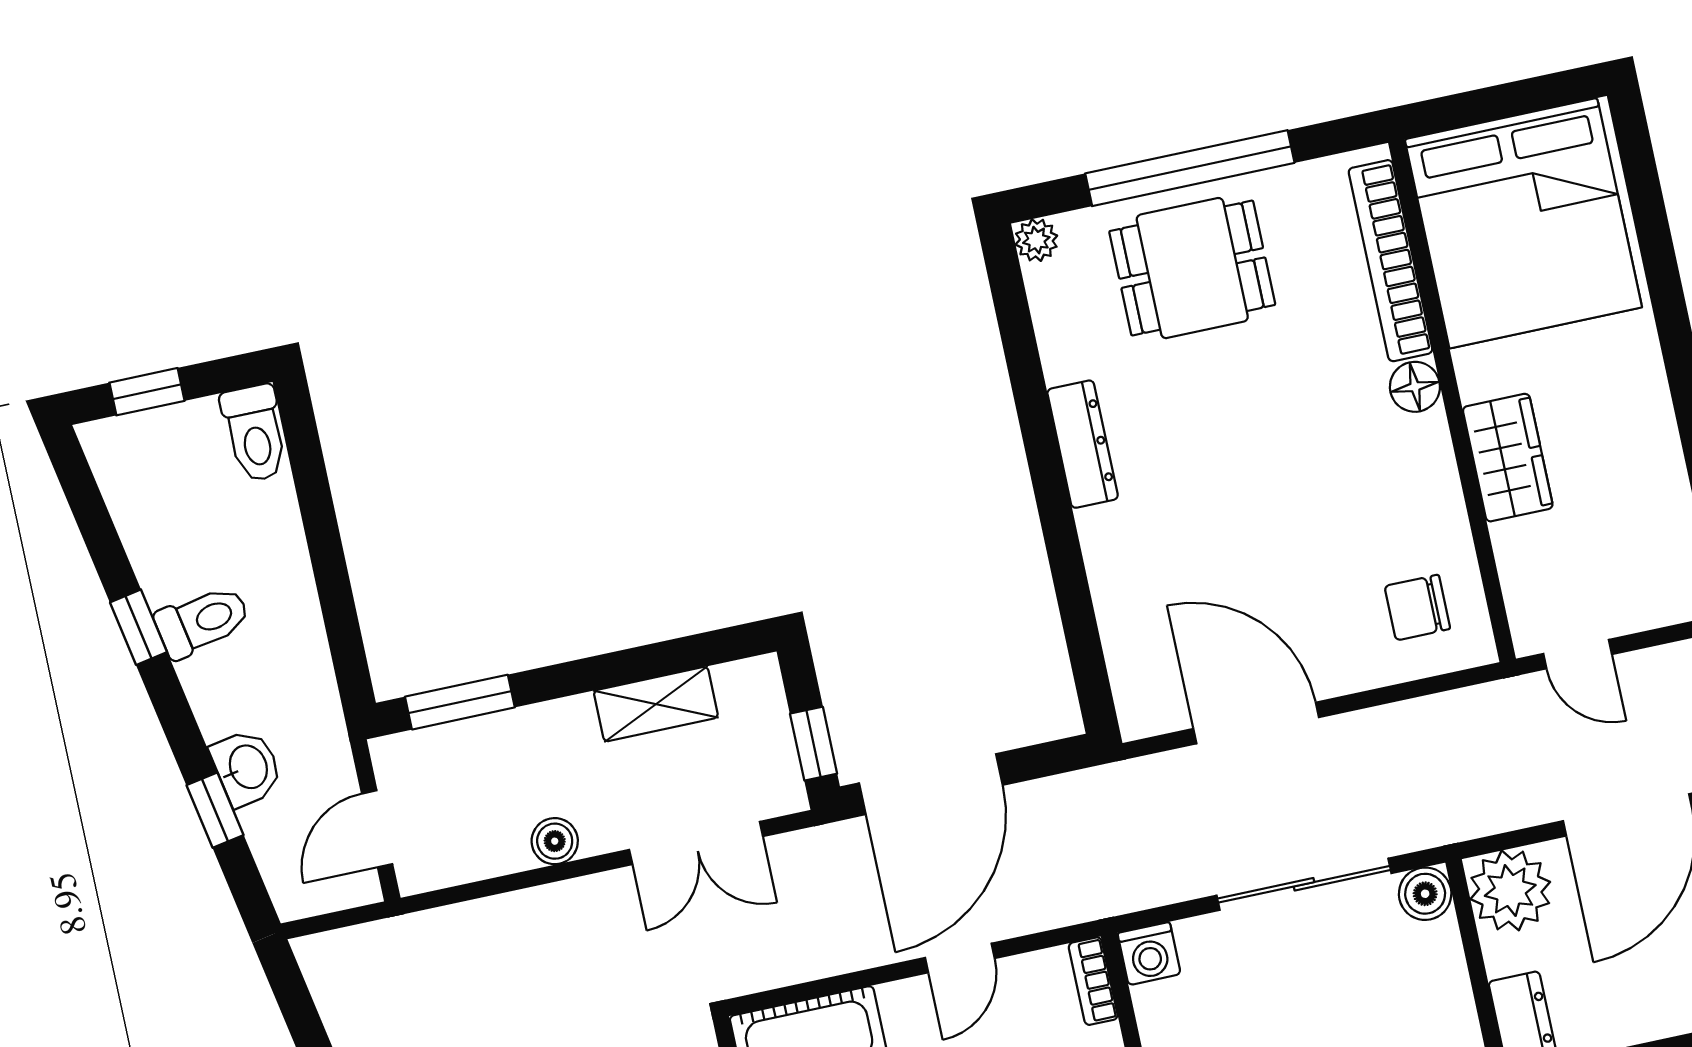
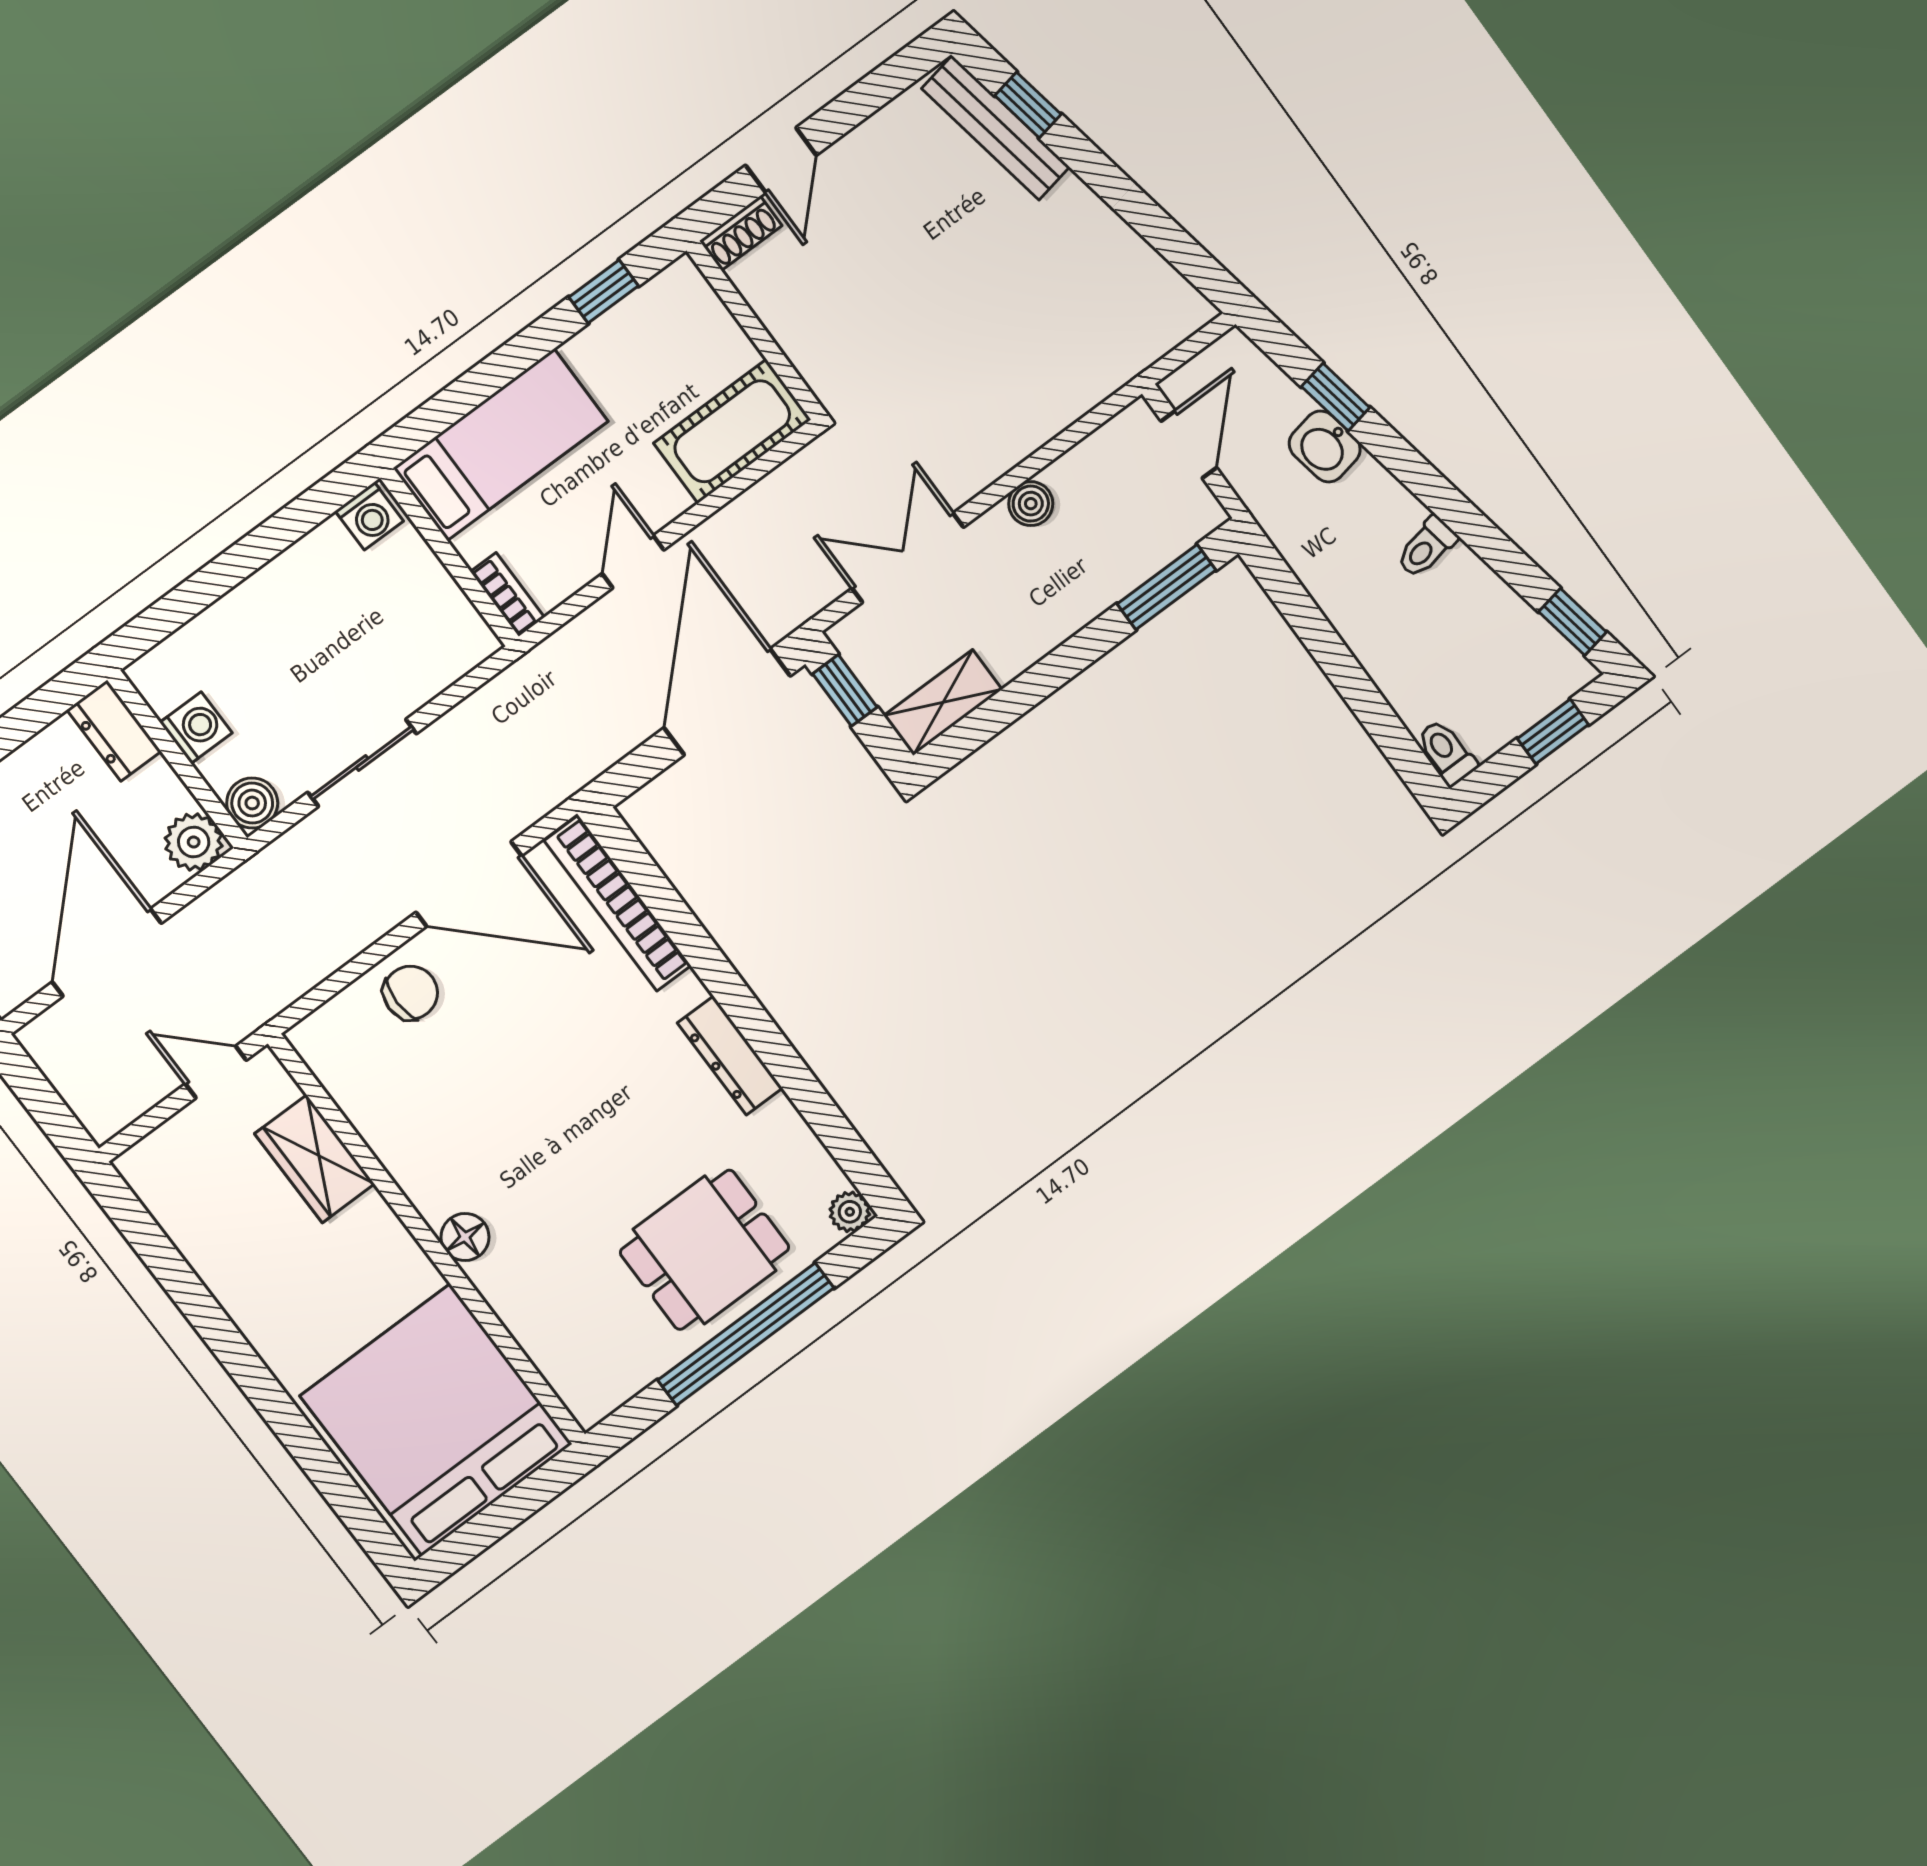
bookcase: (1390, 261) -> (618, 903), moved, turned 180
toilet: (255, 433) -> (1447, 752), width x0.73, depth x0.72
wardrobe: (1508, 458) -> (315, 1159), moved
chair: (1417, 608) -> (411, 993), moved
toilet: (202, 621) -> (1427, 547), width x0.73, depth x0.72
window: (139, 627) -> (1573, 622), moved
shelving: (656, 704) -> (943, 703), moved
sliding door: (1304, 884) -> (362, 763), width x0.73
plant: (1510, 890) -> (194, 842), width x0.73, depth x0.73
washing machine: (1149, 954) -> (196, 728), moved, turned 90

